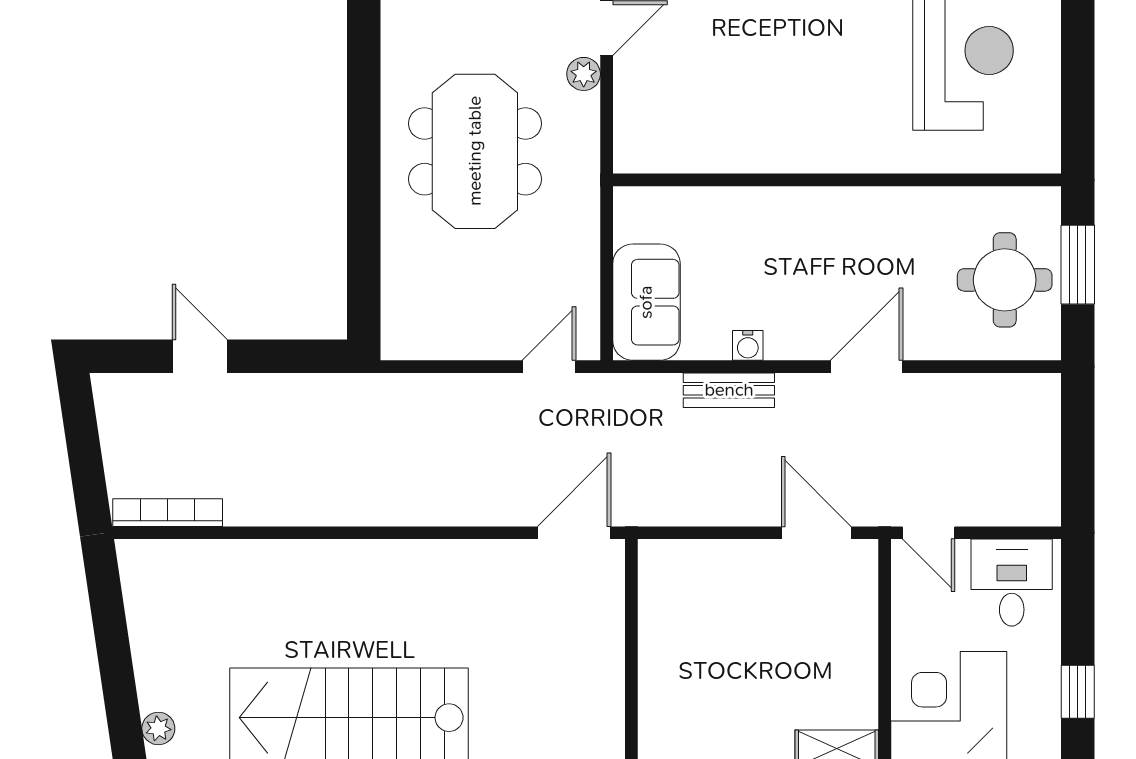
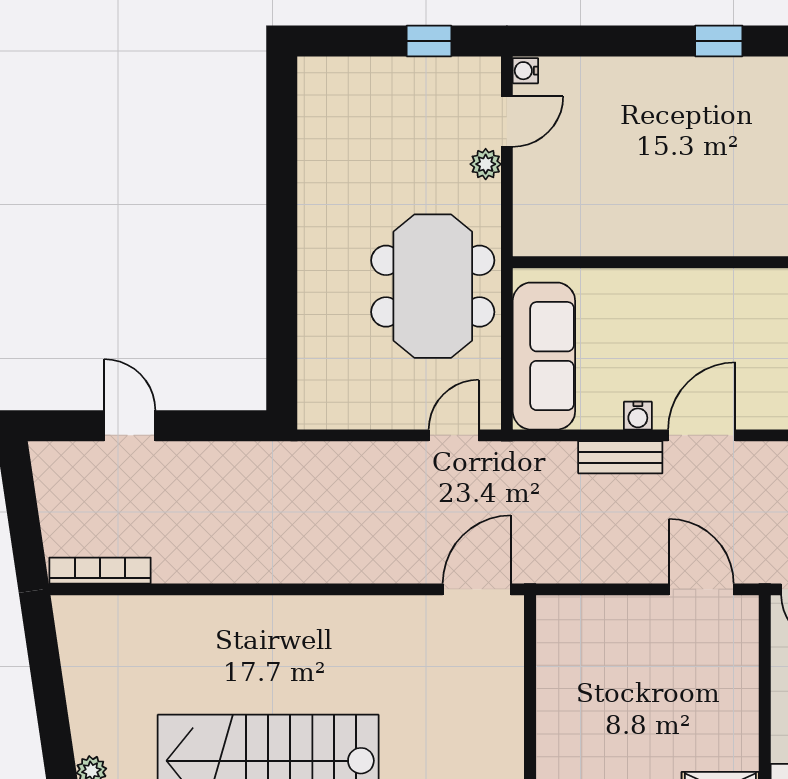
meeting table: (475, 151) -> (433, 286), moved
sofa: (646, 302) -> (544, 356), width x1.36
door: (867, 367) -> (702, 435), moved

